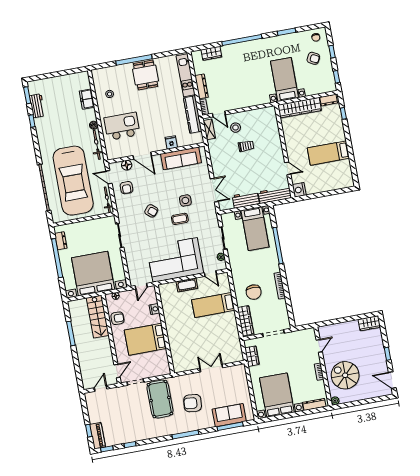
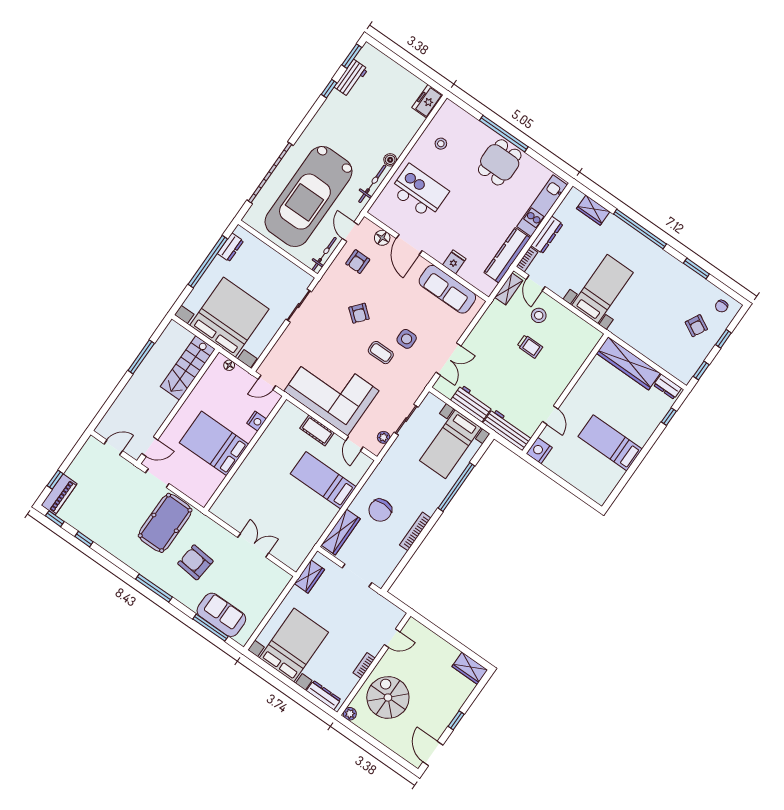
bed with nightstands: (285, 79) -> (602, 289), moved
freezer: (87, 99) -> (427, 101), moved
armchair: (117, 318) -> (207, 391), removed

